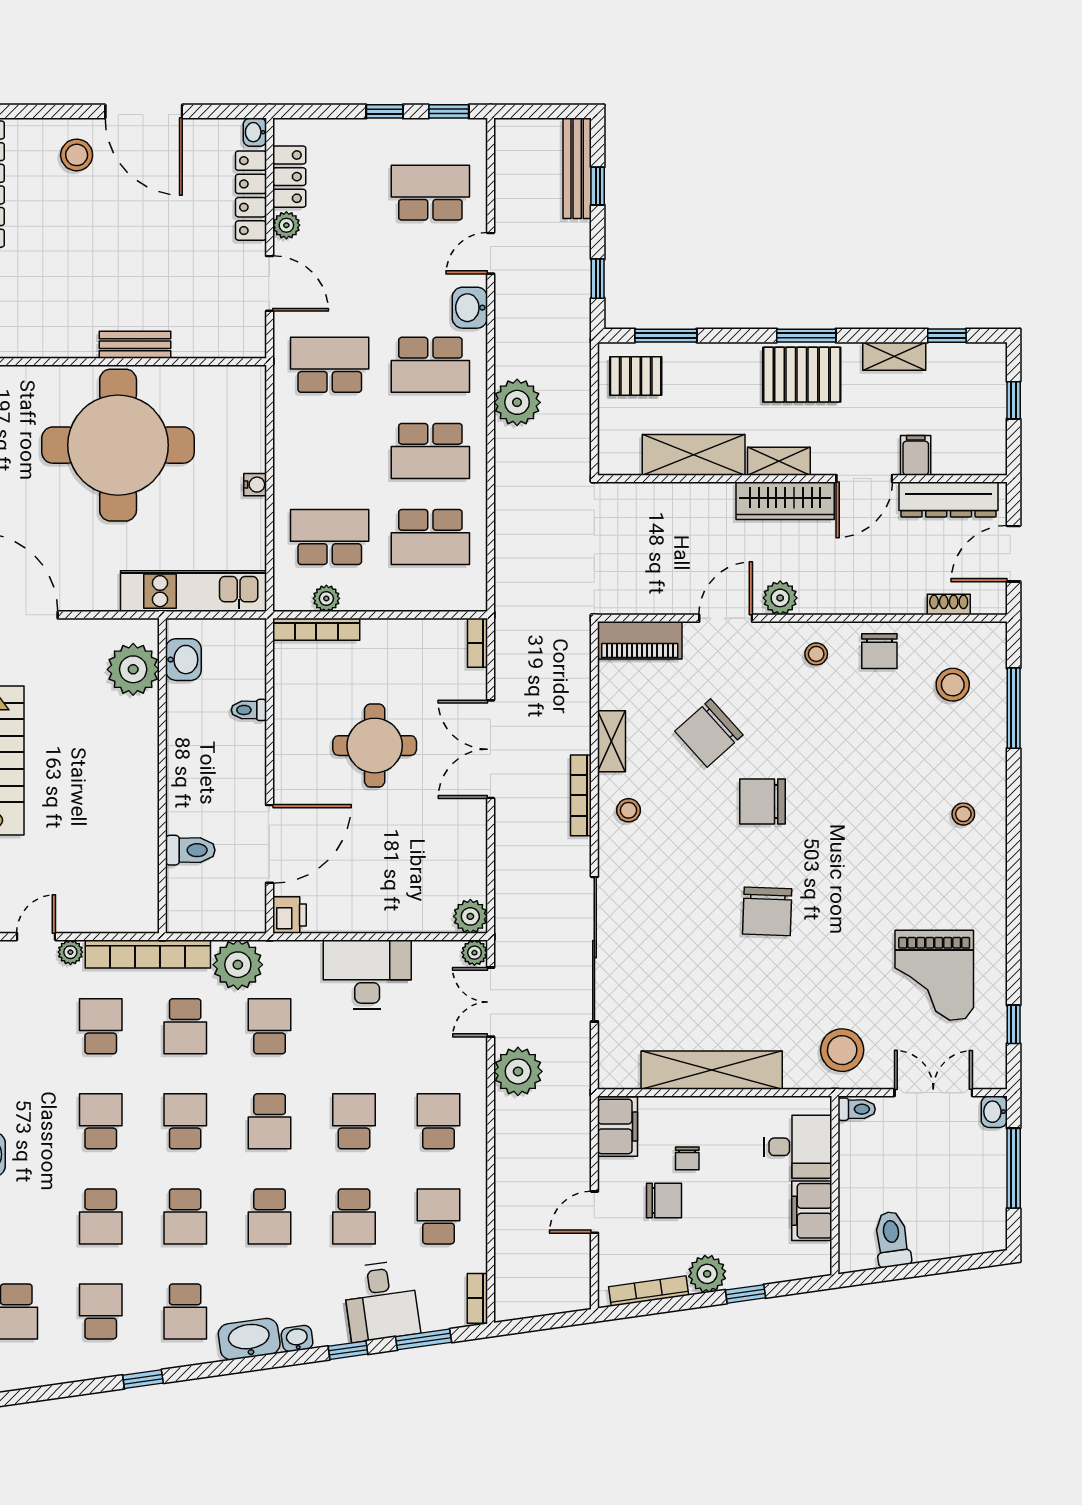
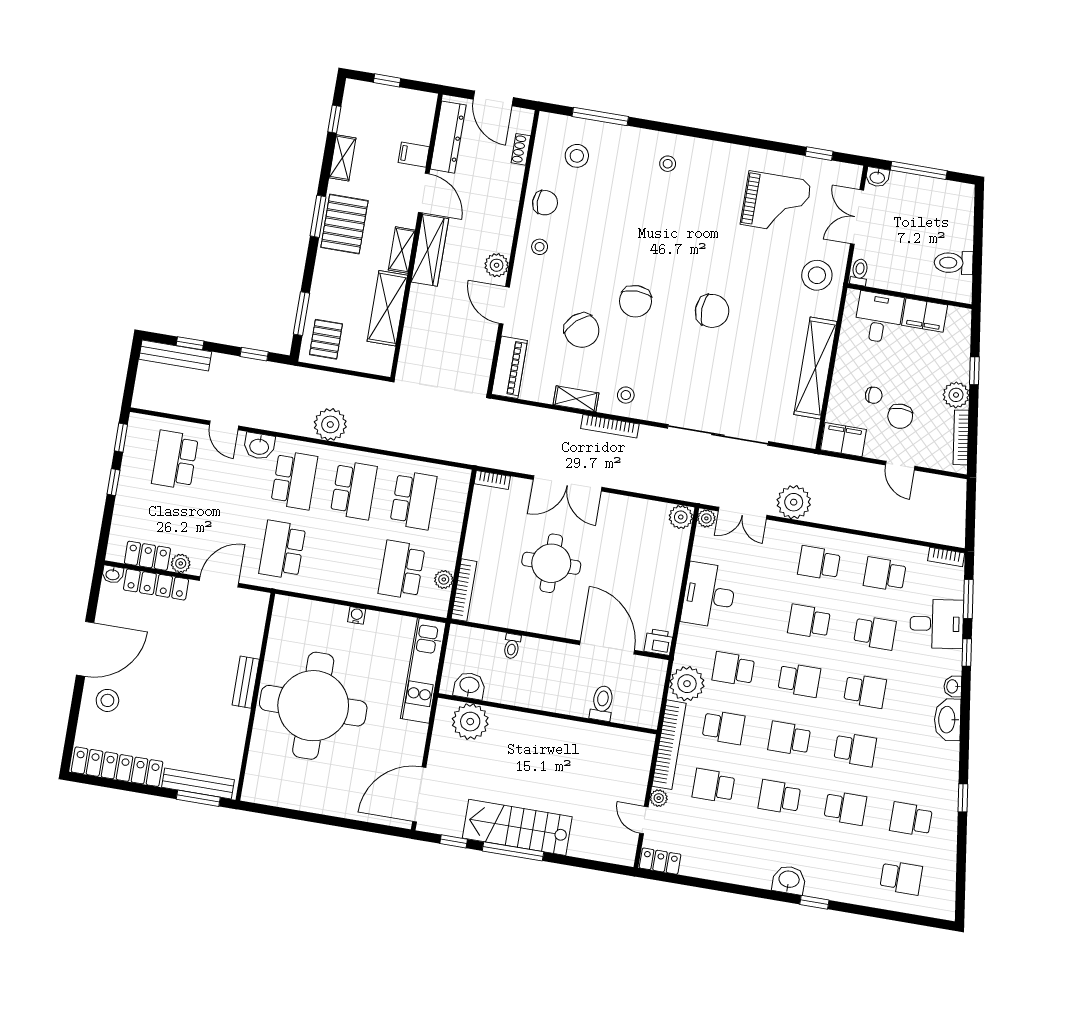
chair: (664, 1201) -> (900, 416), turned 180
school desk: (185, 1311) -> (921, 761), removed

